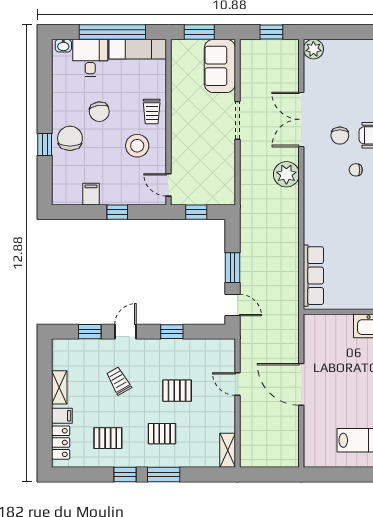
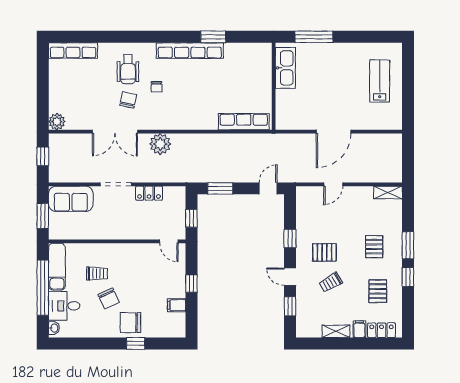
trolley: (152, 111) -> (97, 274), moved
chair: (99, 112) -> (109, 298), turned 74
chair: (340, 136) -> (128, 100), turned -78
stool: (137, 146) -> (137, 267), removed
locker: (227, 161) -> (149, 193), added
door: (168, 185) -> (169, 241), hinge flipped
window: (233, 268) -> (220, 188), moved
pallet: (177, 391) -> (324, 252), moved, turned 90

